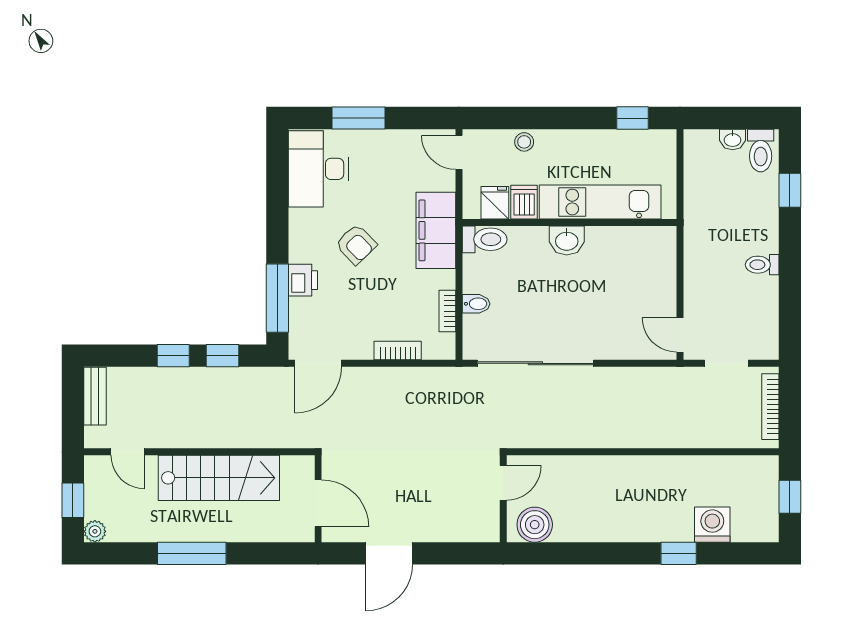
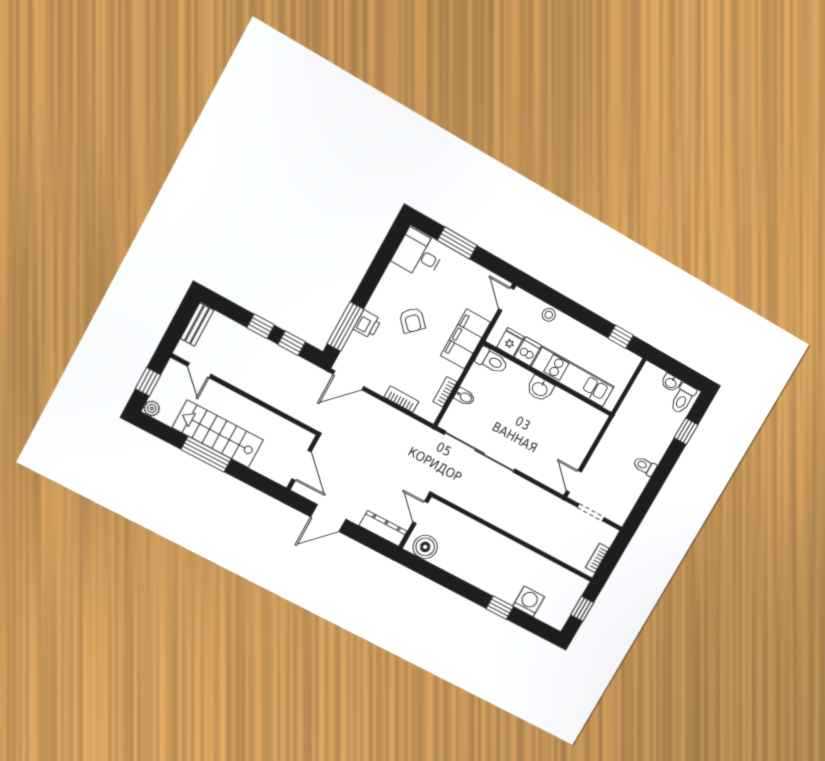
desk: (318, 169) -> (419, 254), width x0.73
bookcase: (770, 407) -> (597, 558), width x0.64
stairs: (219, 478) -> (218, 434), moved, turned 180
door: (503, 483) -> (420, 512), swing flipped
dresser: (467, 529) -> (383, 528), added

